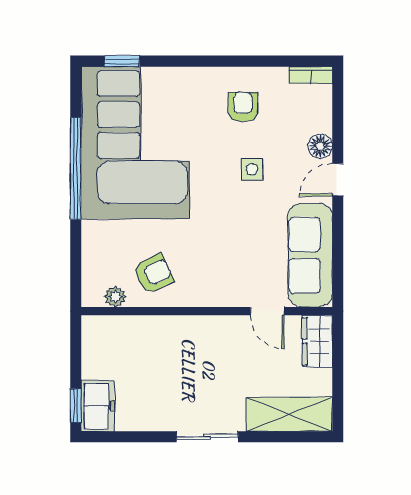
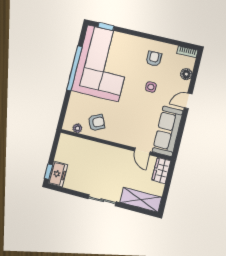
floor lamp: (320, 146) -> (186, 74), moved

